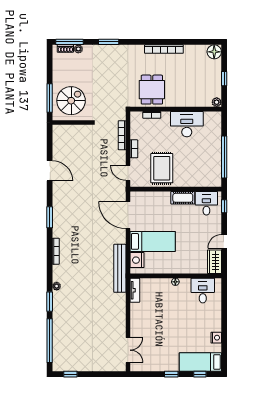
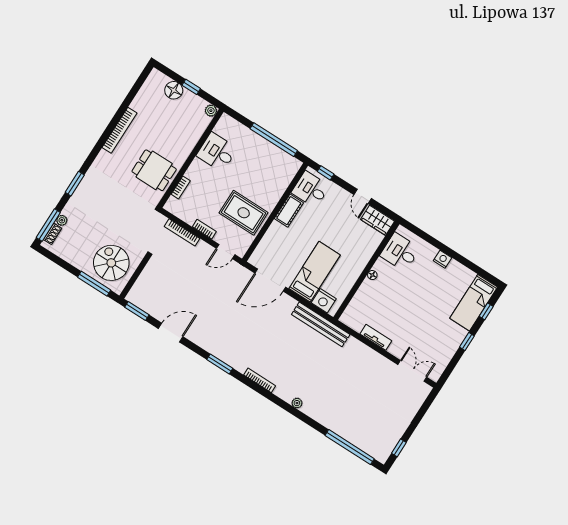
floor lamp: (214, 52) -> (174, 90), moved
desk: (187, 124) -> (217, 152), width x0.73
tv unit: (135, 290) -> (376, 337), moved
window: (50, 302) -> (137, 311), moved
nightstand: (216, 338) -> (443, 259), moved

